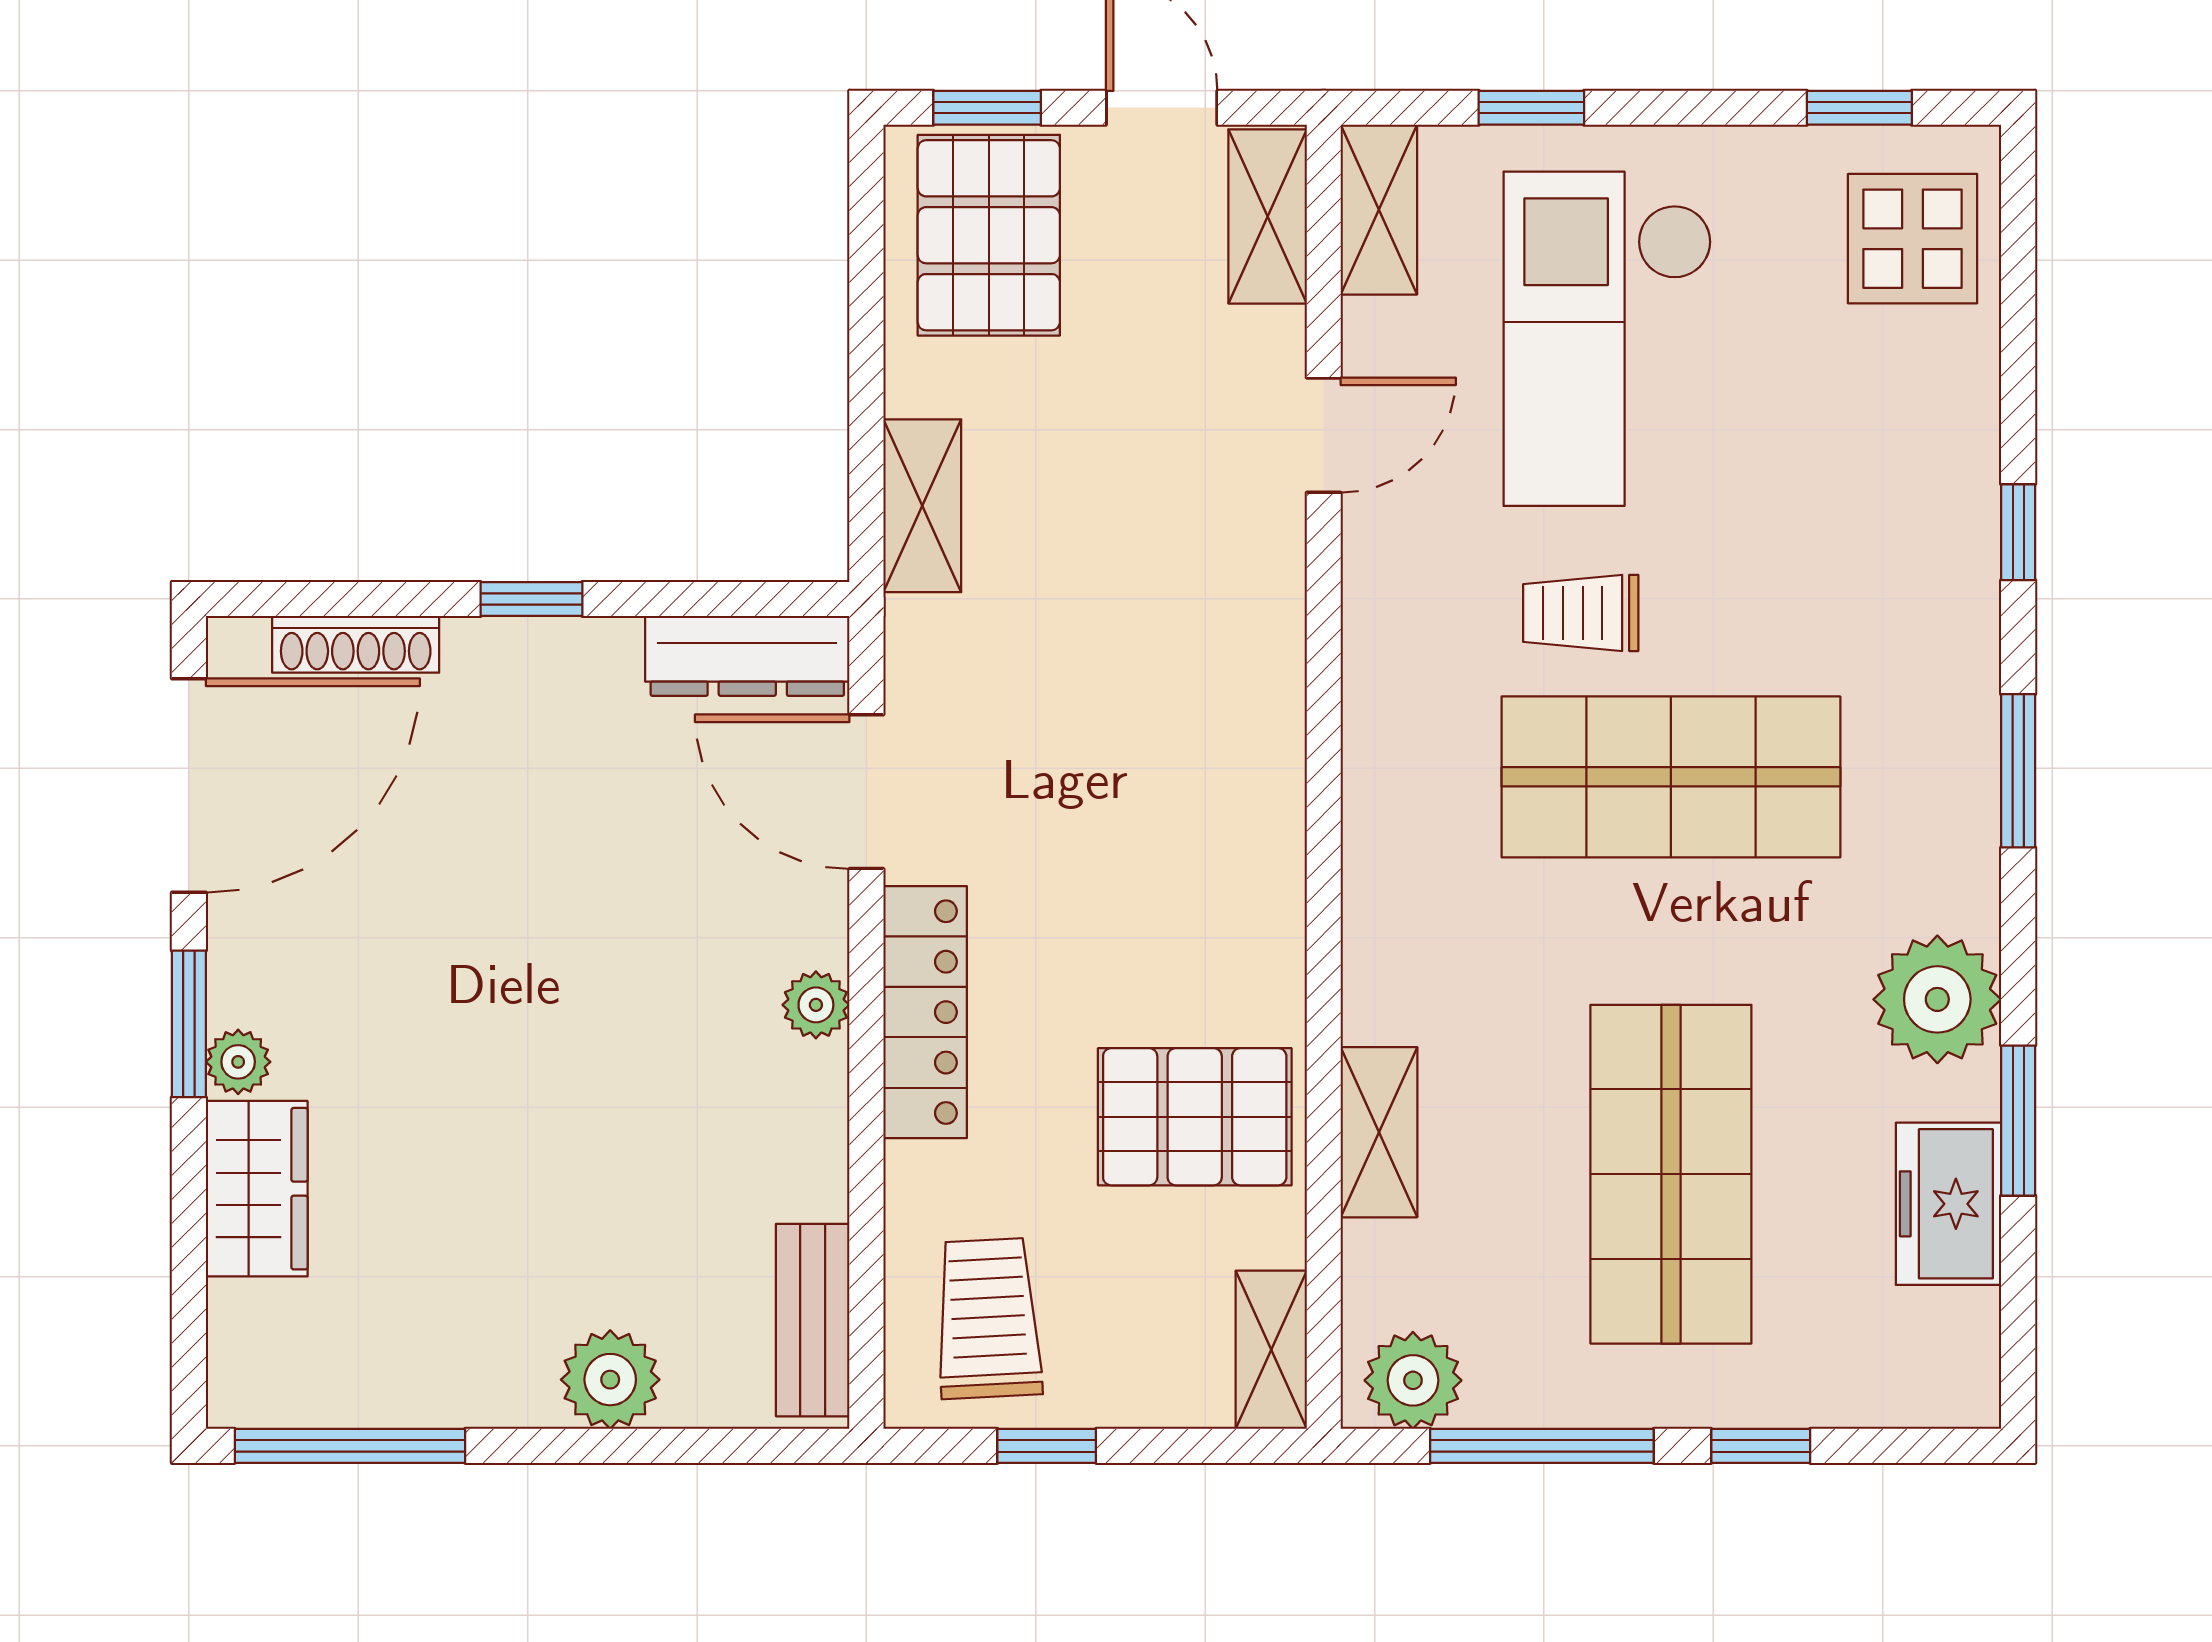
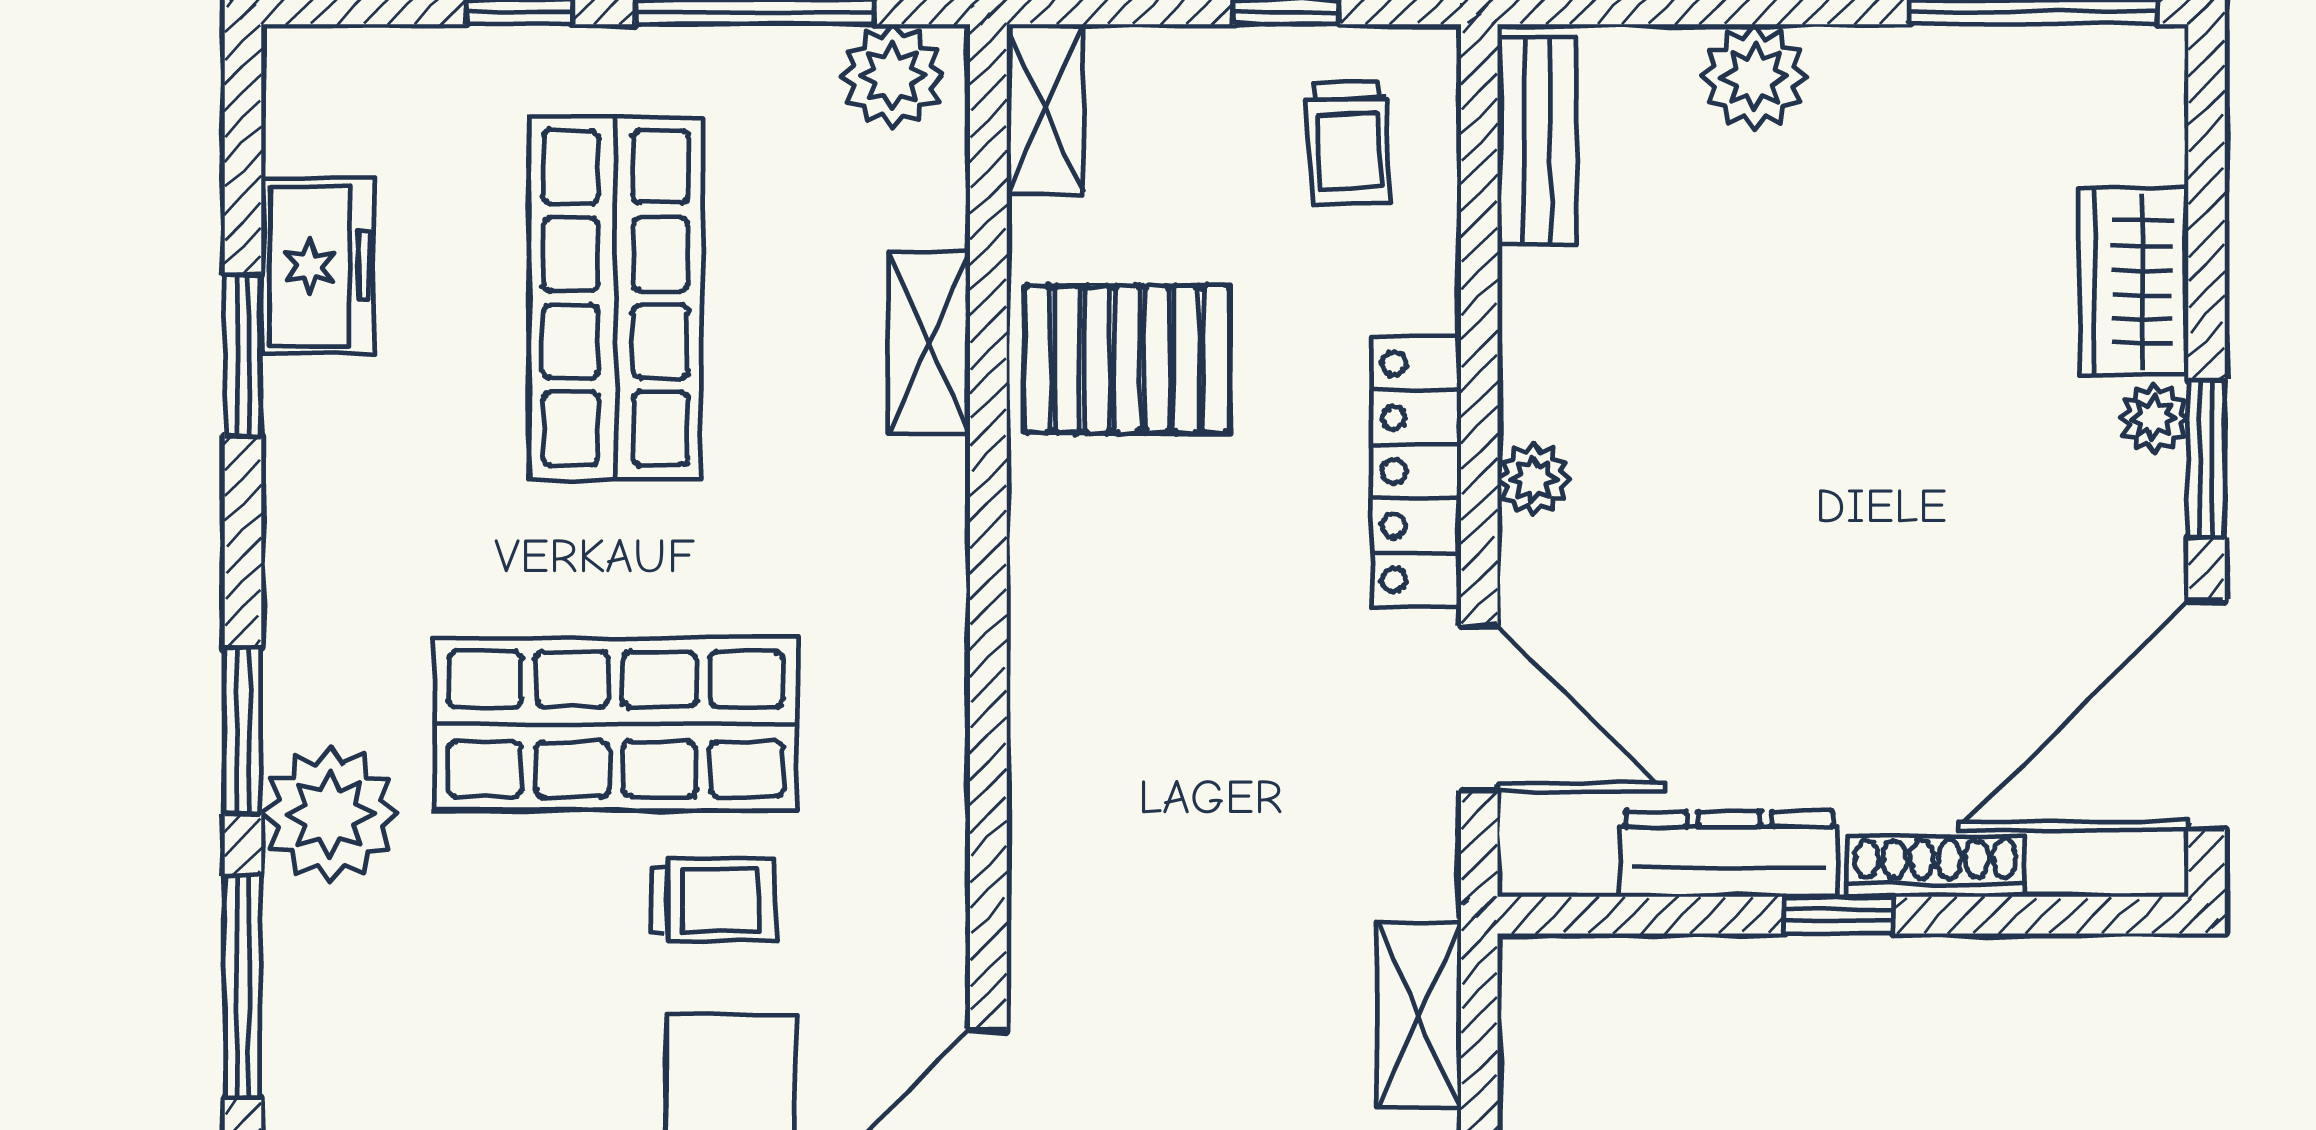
window: (2018, 532) -> (243, 987), width x2.17
shoe rack: (356, 644) -> (1936, 866), moved
dresser: (747, 656) -> (1729, 854), moved
plant: (1937, 999) -> (330, 814), moved
trolley: (988, 1318) -> (1349, 143), width x0.73, depth x0.72

